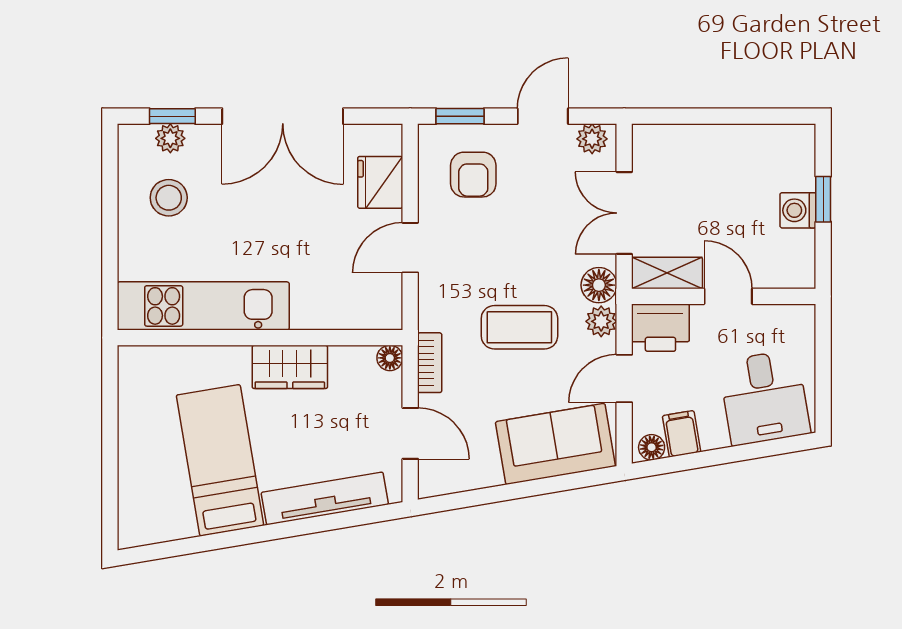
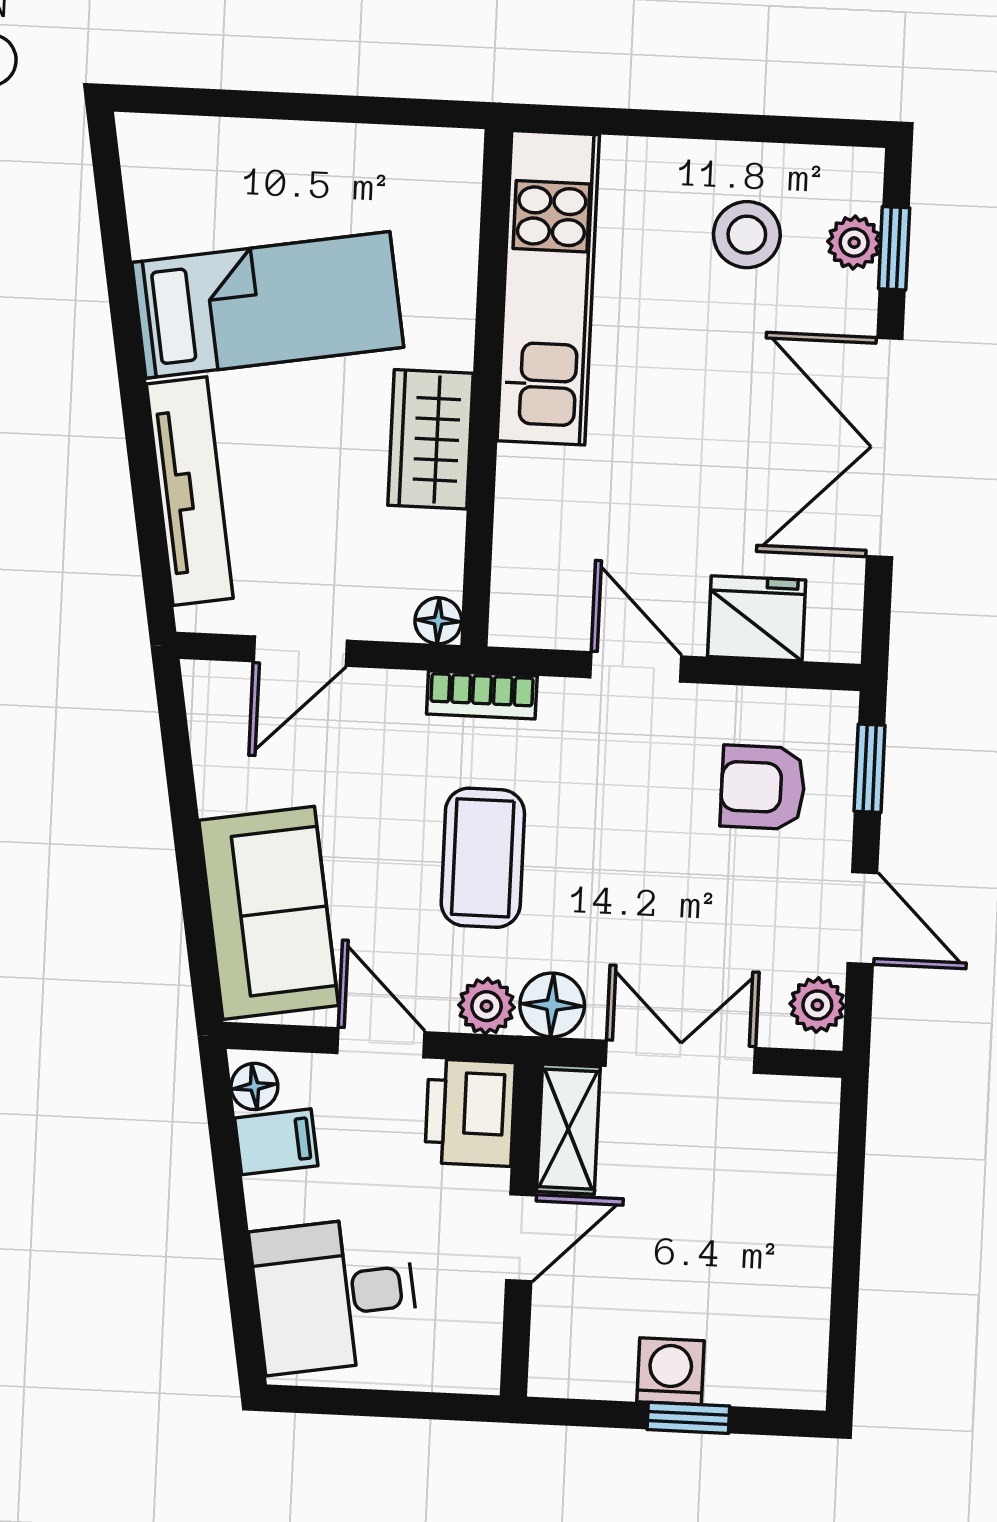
bookcase: (430, 363) -> (482, 695), moved

